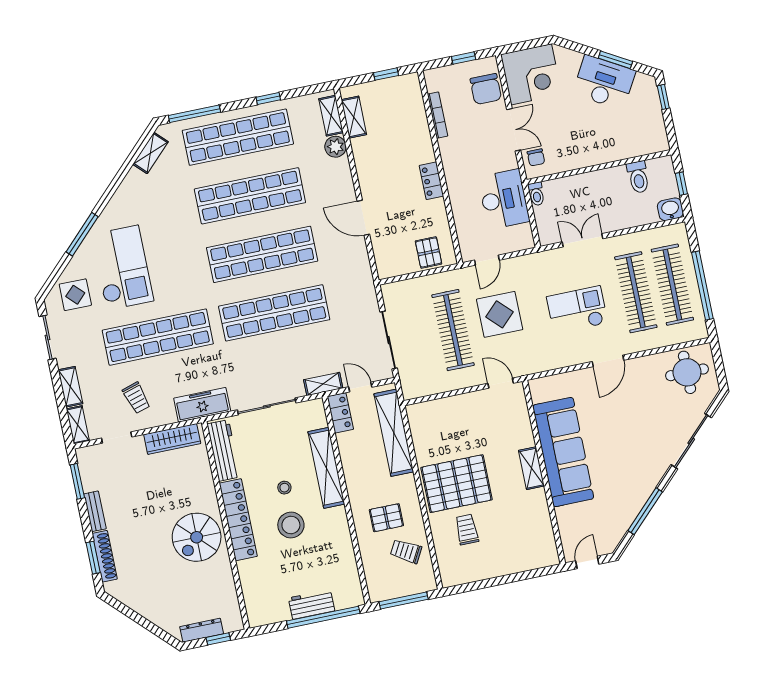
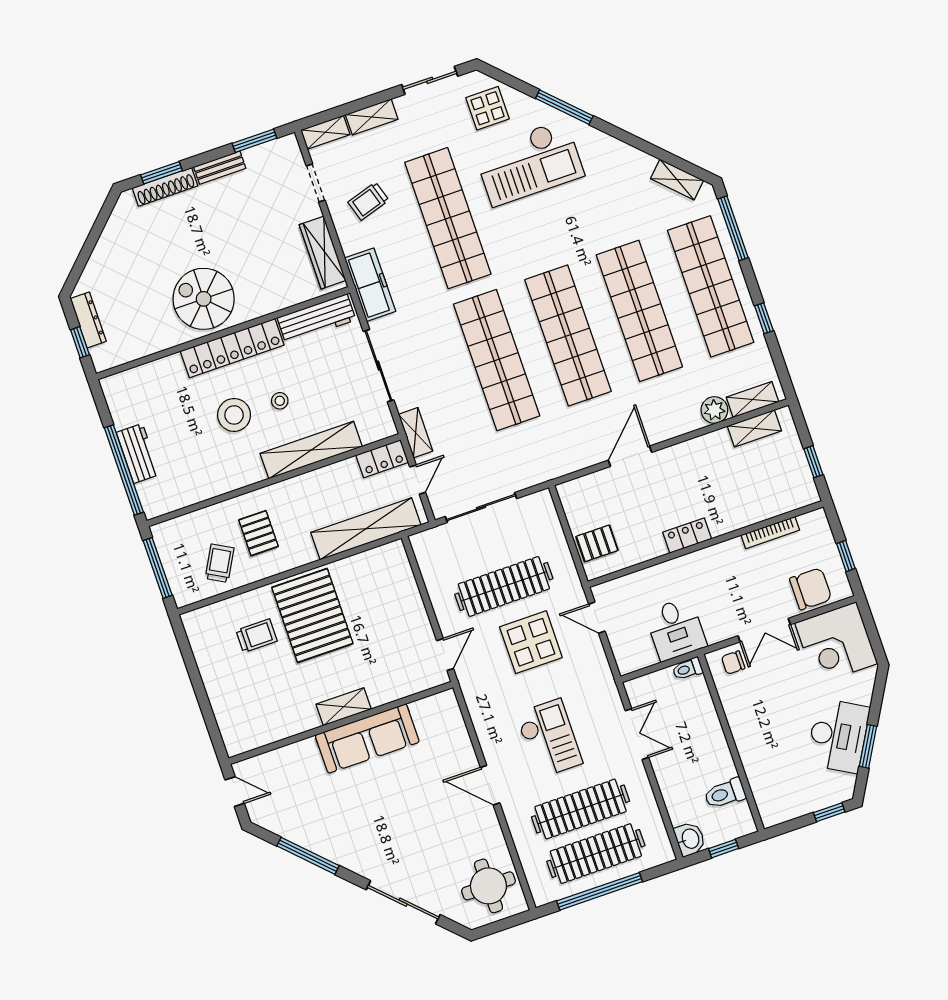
chair: (486, 89) -> (811, 589), turned 180
desk: (504, 199) -> (676, 629), width x0.73
sofa: (563, 452) -> (367, 738), width x0.74, depth x0.79

